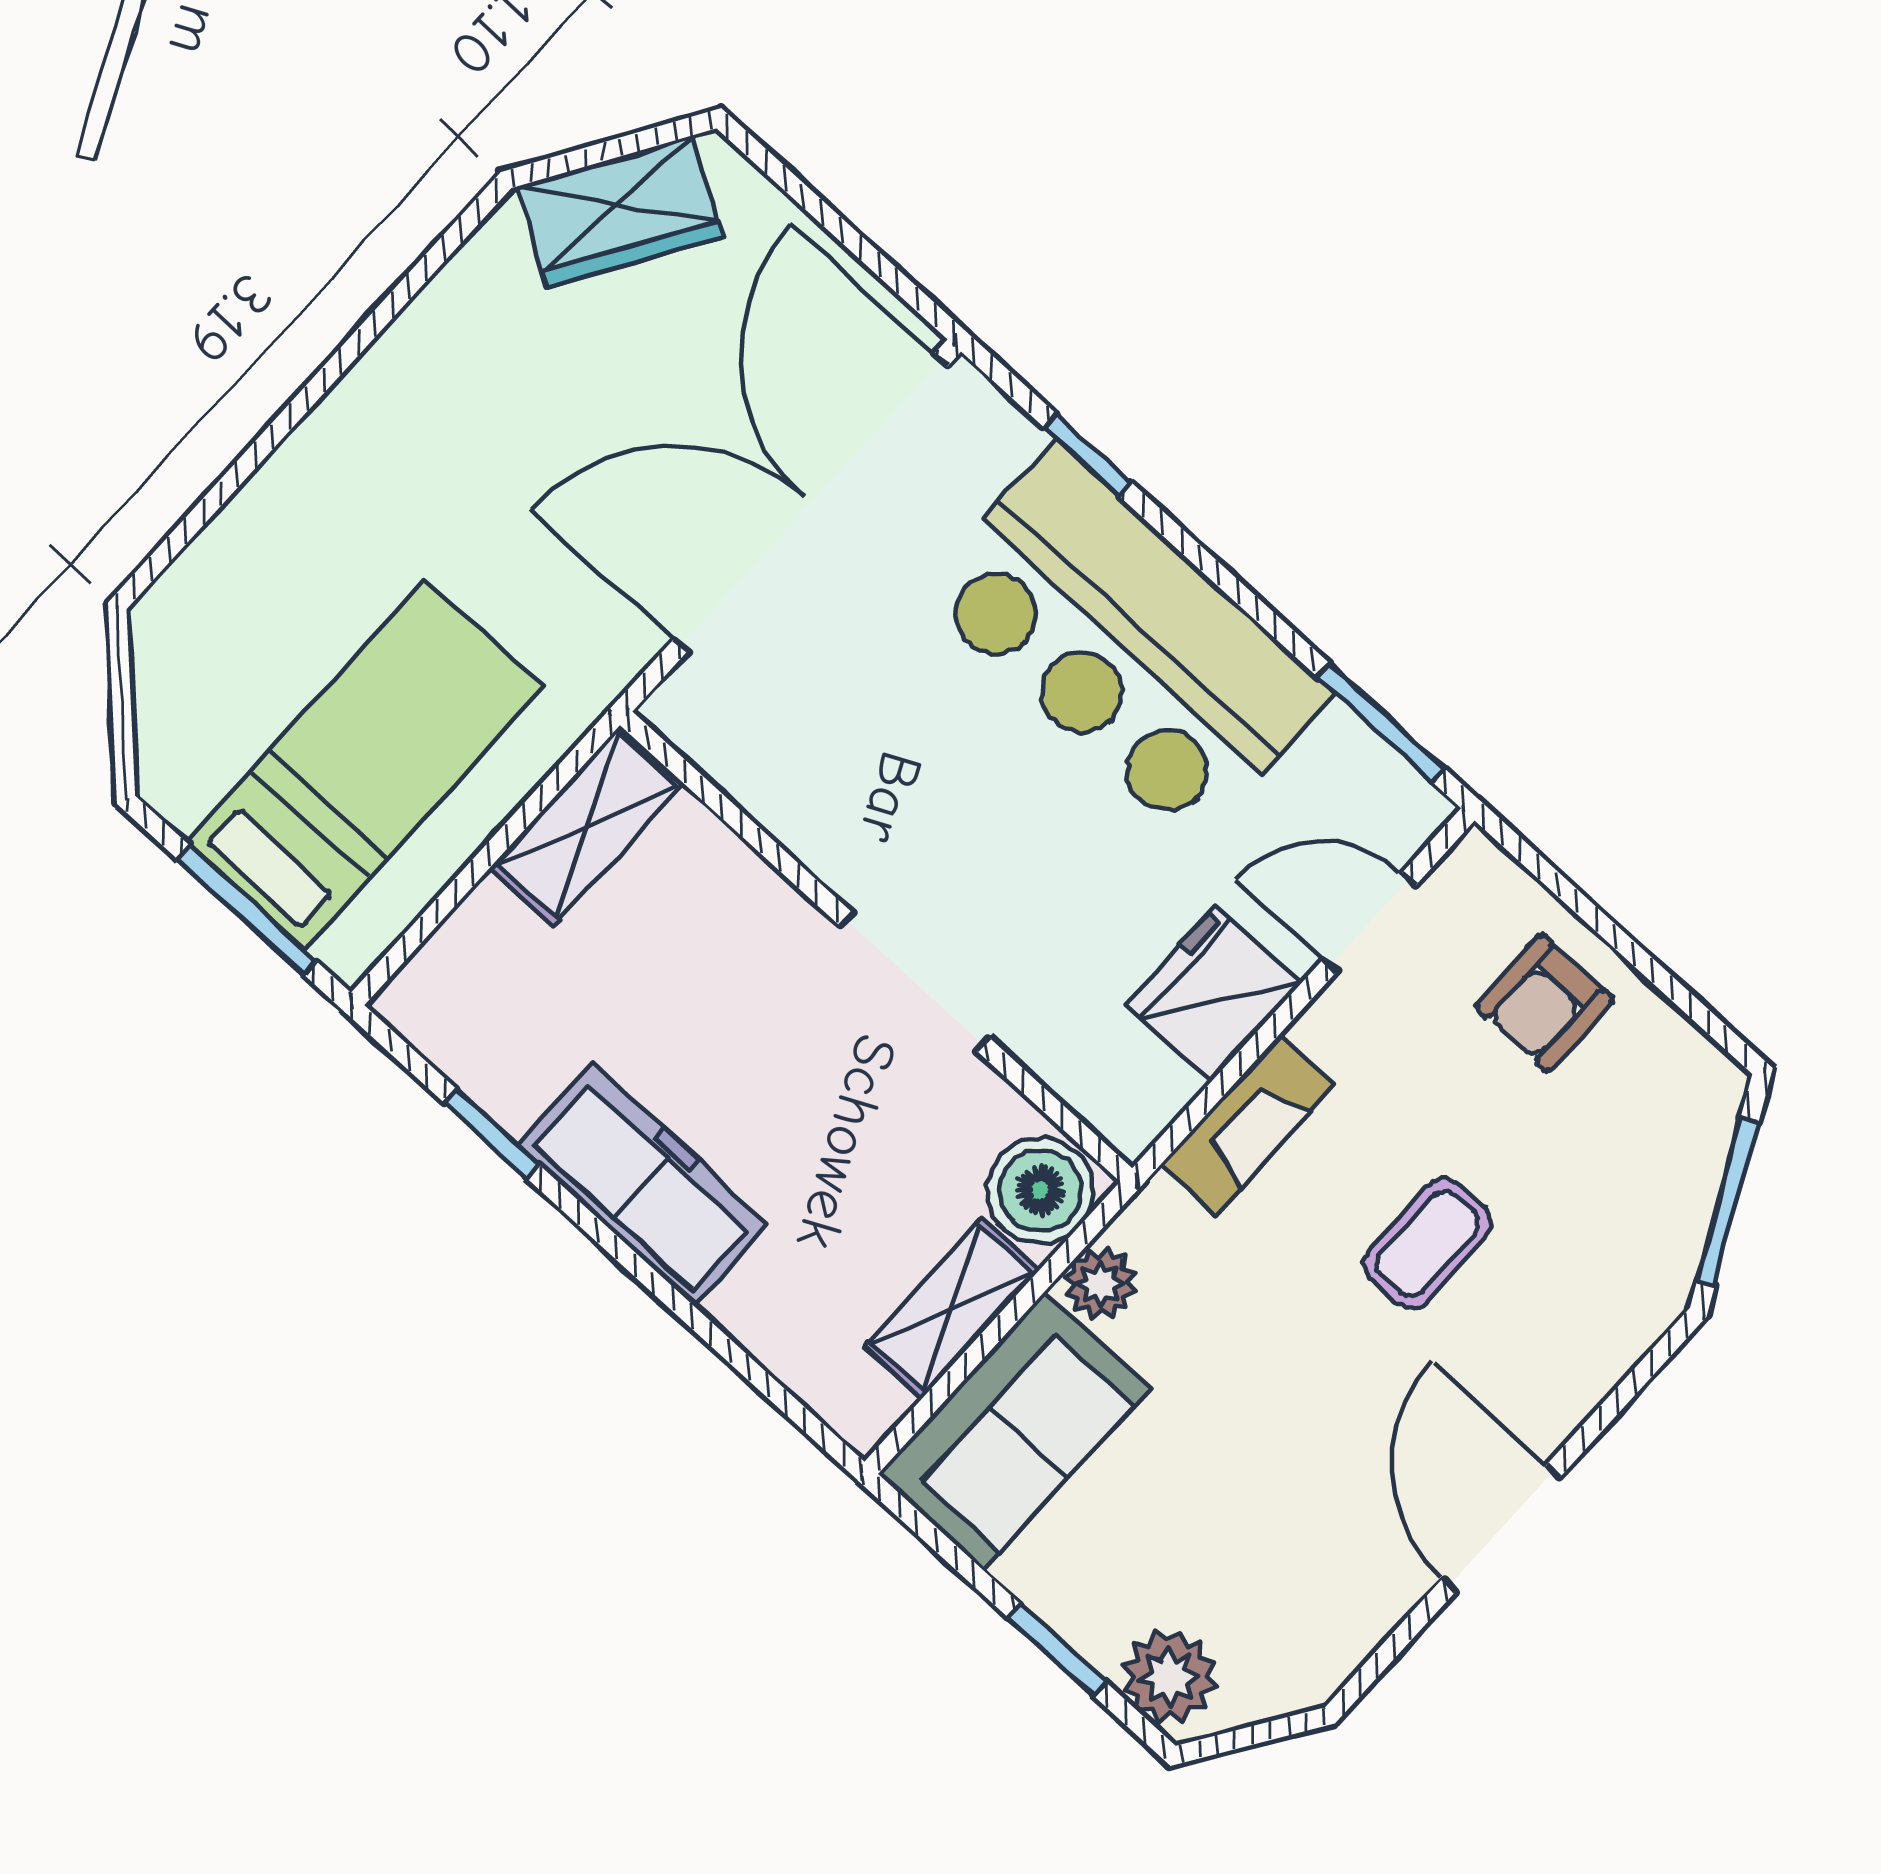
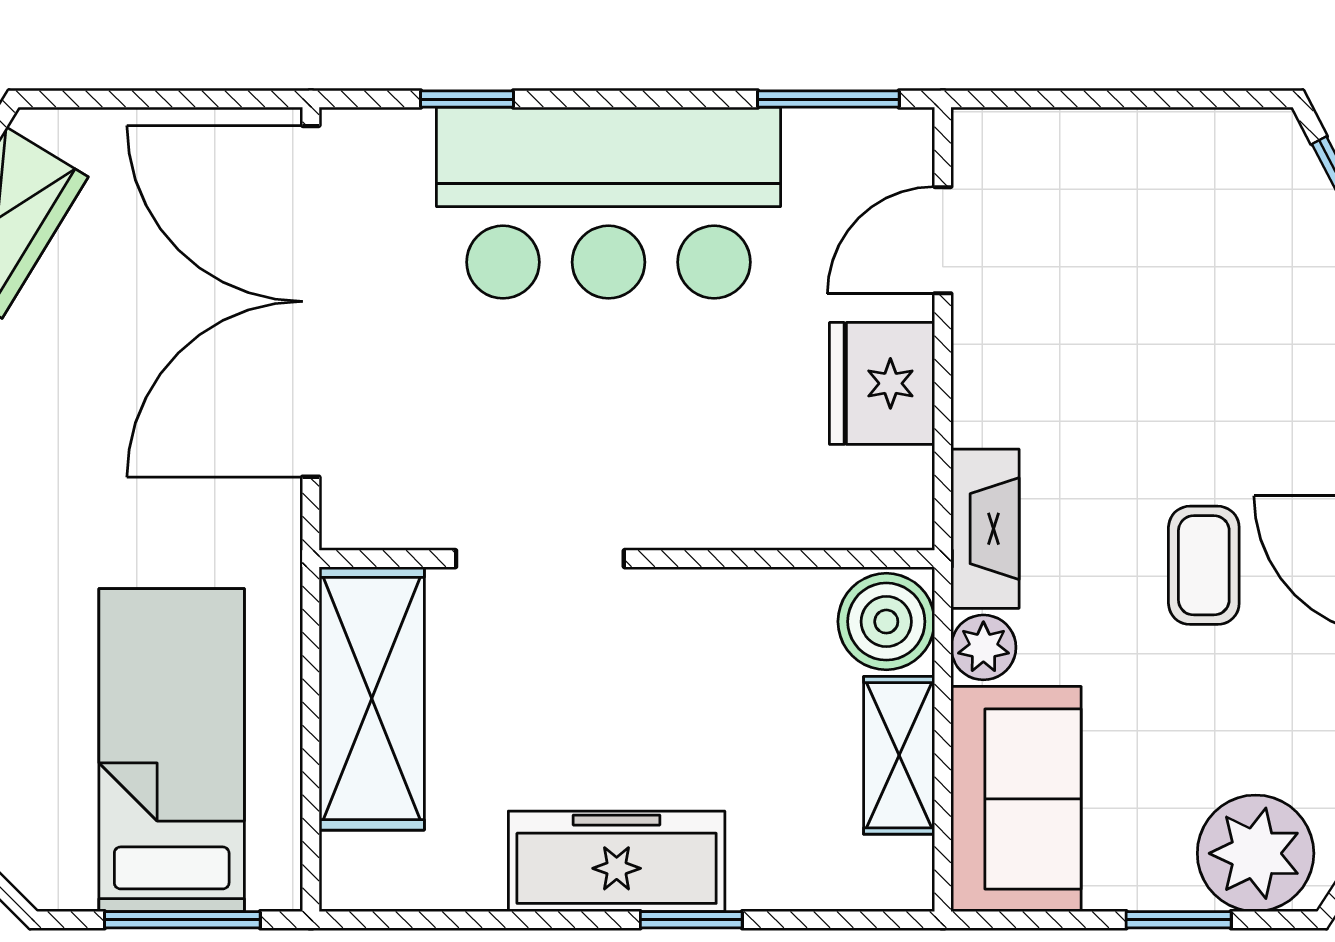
shelving: (587, 826) -> (372, 698), width x1.50, depth x1.33
doorway: (915, 982) -> (540, 559), moved
armchair: (1544, 1003) -> (1110, 187), removed
fireplace: (1247, 1125) -> (985, 529), moved
window: (491, 1133) -> (691, 920), moved
coffee table: (1428, 1244) -> (1204, 565), moved
plant: (1170, 1677) -> (1256, 853), width x1.36, depth x1.36

